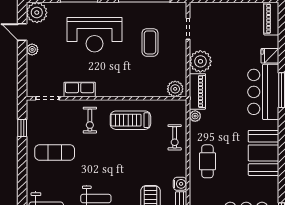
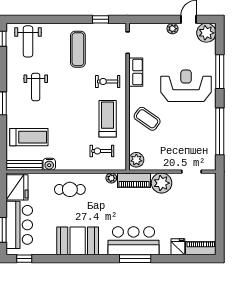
reception desk: (95, 35) -> (186, 86), turned 90
coffee table: (150, 42) -> (147, 119), moved, turned 35
fridge: (270, 56) -> (178, 247), moved
exercise bike: (175, 137) -> (102, 151), moved

